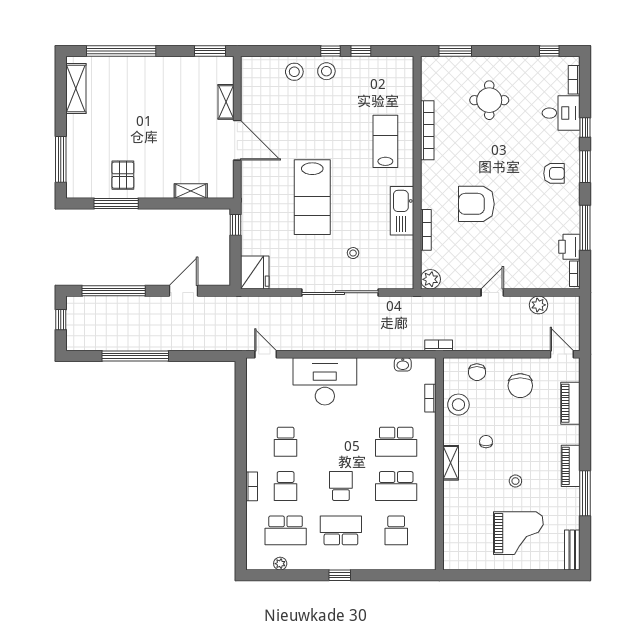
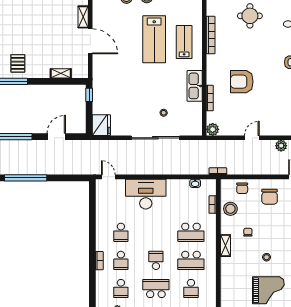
lab bench: (312, 197) -> (154, 39), moved
school desk: (286, 530) -> (121, 288), width x0.54

